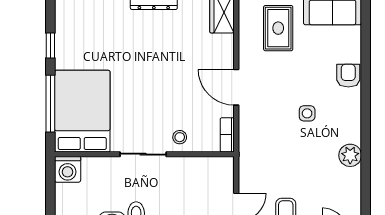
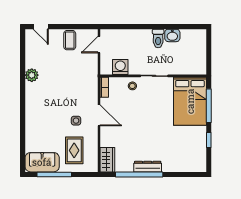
armchair: (348, 76) -> (33, 122), removed
side table: (307, 113) -> (76, 121), moved
washing machine: (68, 169) -> (120, 67), moved

